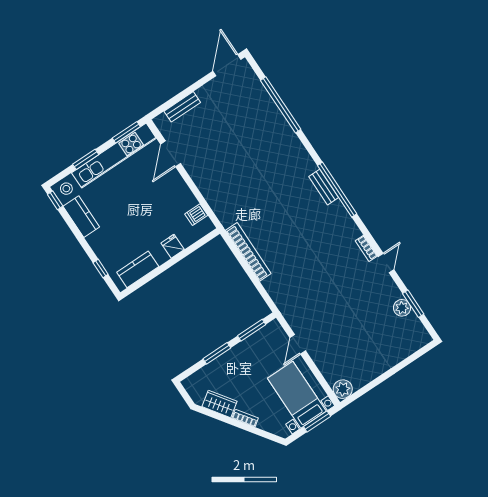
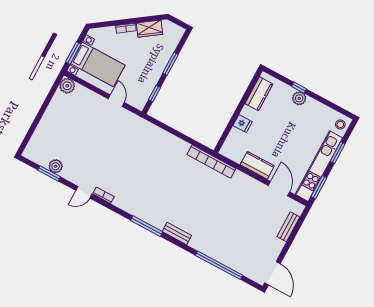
bench: (324, 187) -> (177, 234), moved
window: (337, 190) -> (147, 226), width x0.68
window: (55, 200) -> (344, 112), removed
dishwasher: (196, 215) -> (238, 155), removed
kitchen counter: (81, 217) -> (257, 165), moved, turned 180
plant: (96, 241) -> (299, 98), added
bookcase: (248, 252) -> (211, 161), moved
door: (386, 263) -> (84, 192), hinge flipped
window: (101, 269) -> (299, 88), moved
window: (252, 330) -> (155, 93), width x0.67

